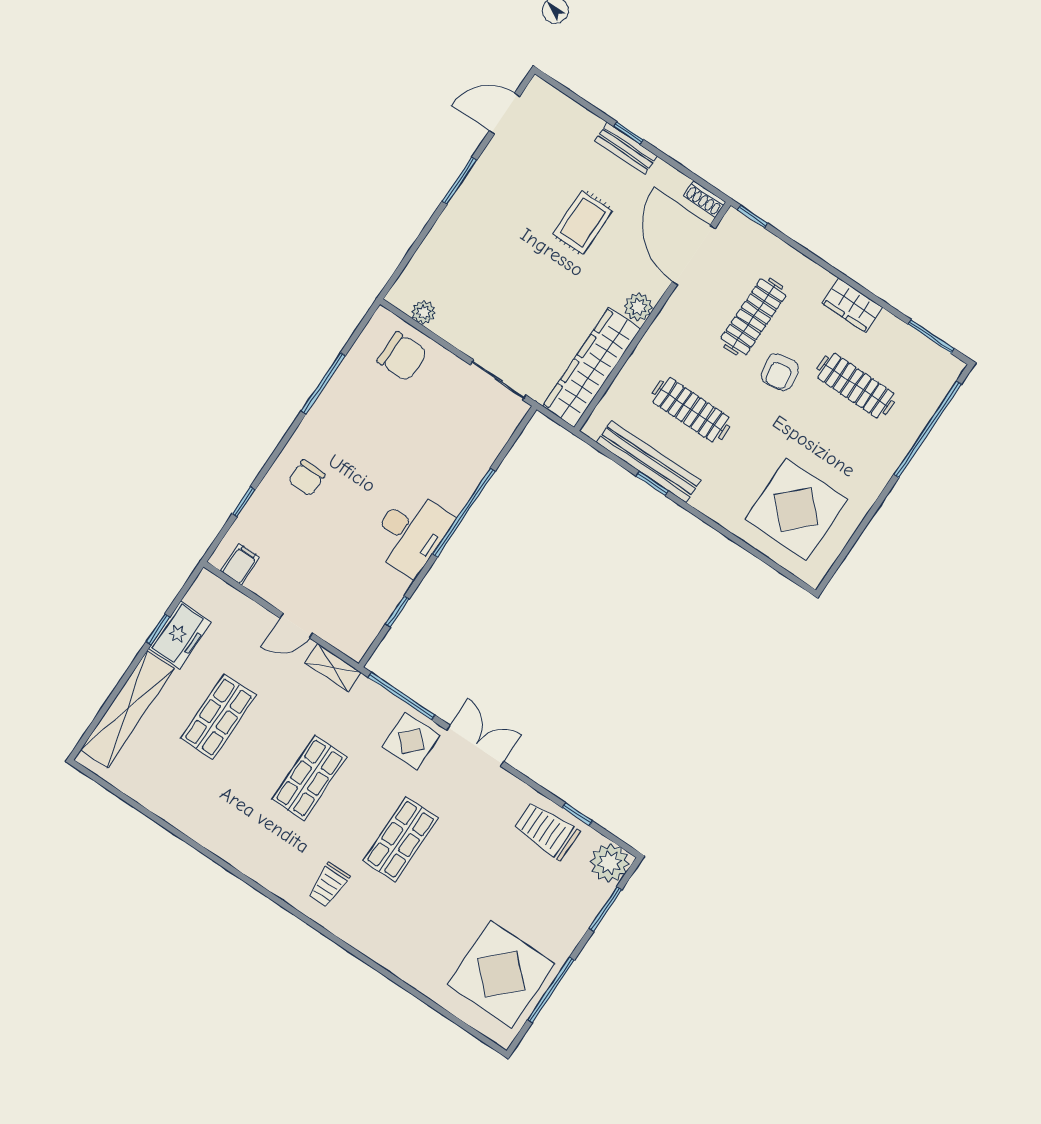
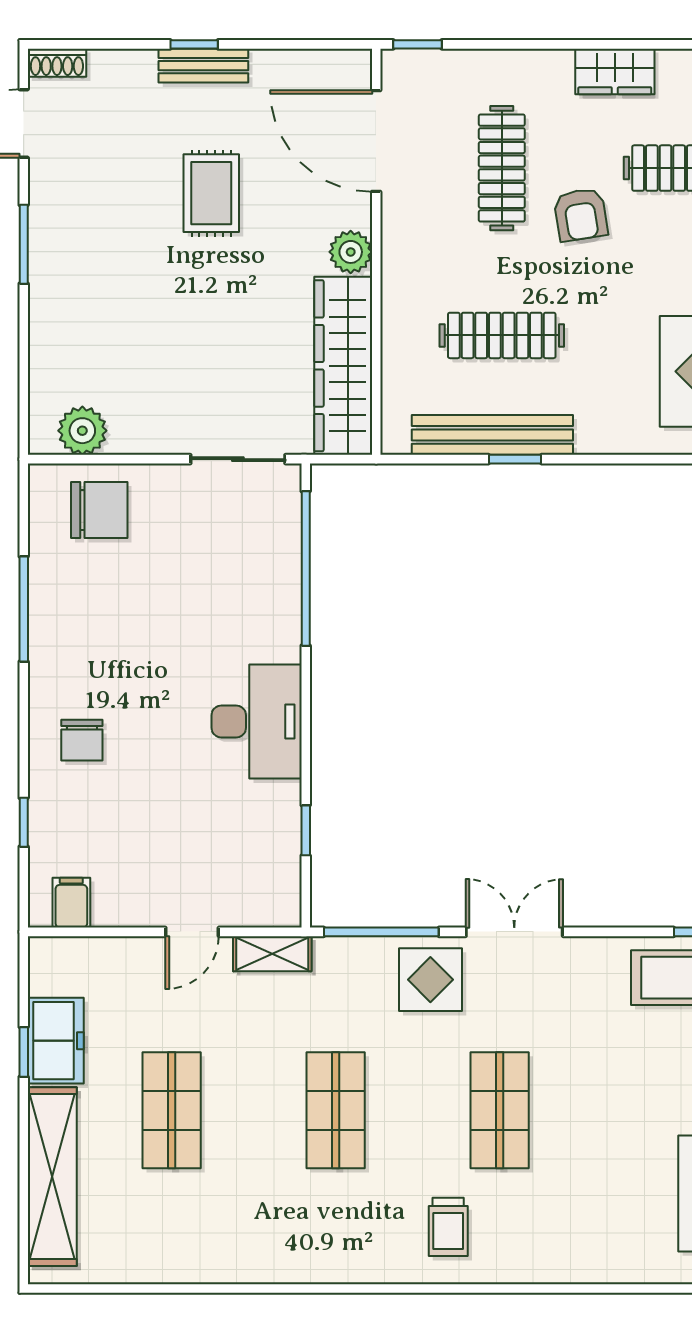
shoe rack: (705, 199) -> (57, 63), moved
plant: (424, 312) -> (82, 431), width x1.38, depth x1.38
window: (464, 513) -> (306, 568), moved

